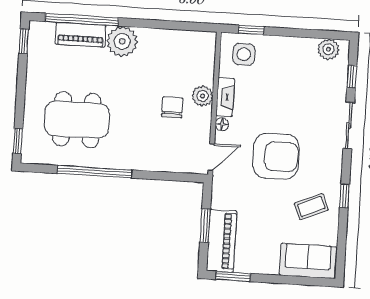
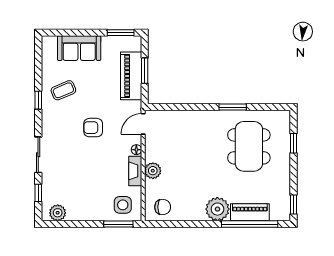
window: (251, 30) -> (118, 224), width x1.50
chair: (172, 107) -> (163, 207), moved, turned -90
dining table: (77, 120) -> (249, 146), turned 90
window: (18, 141) -> (294, 143), moved
armchair: (276, 156) -> (93, 128), width x0.53, depth x0.53
window: (95, 172) -> (233, 107), width x0.47
piano: (222, 241) -> (131, 76), moved
sofa: (308, 261) -> (79, 48), moved

